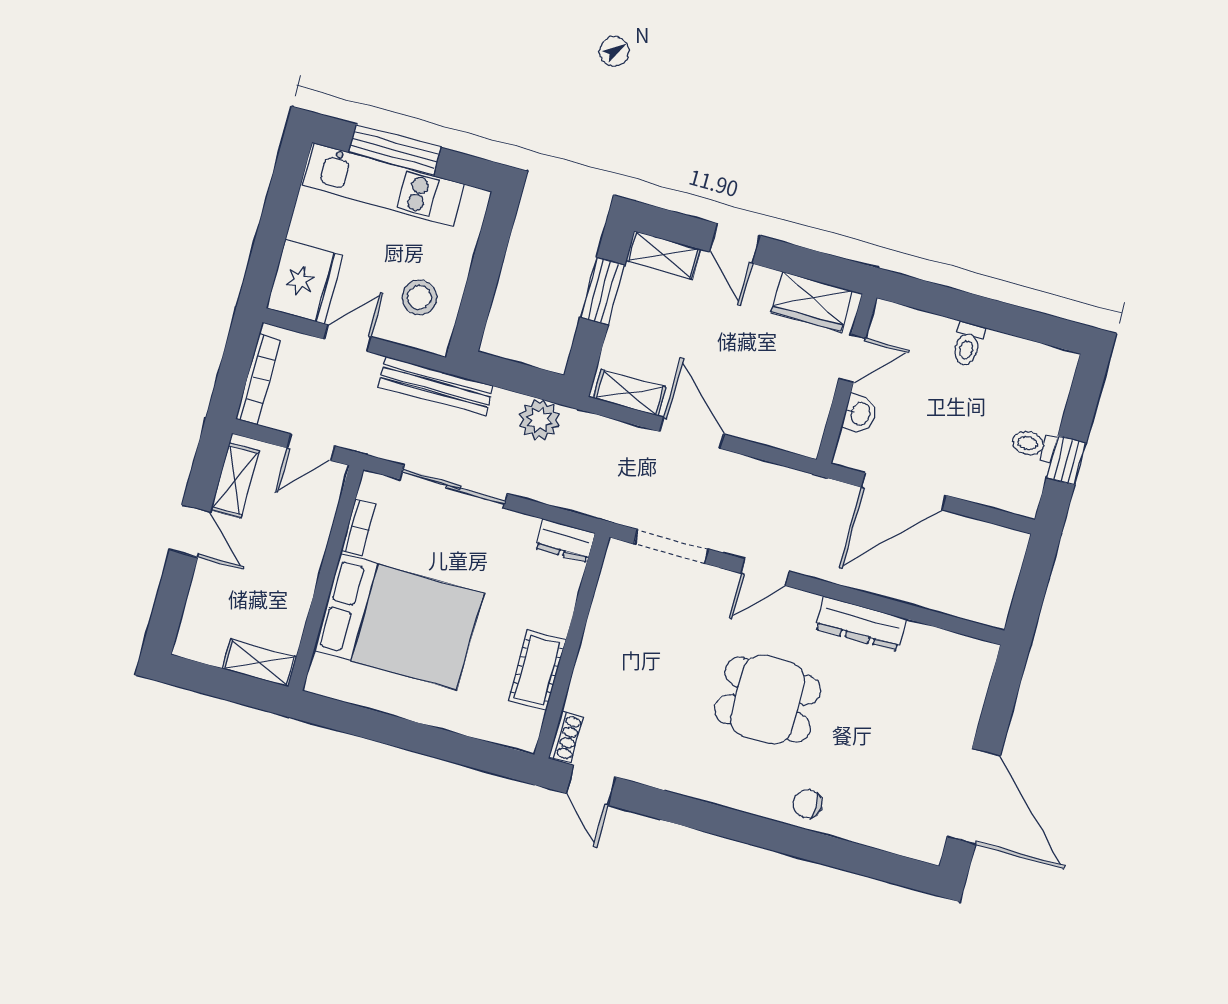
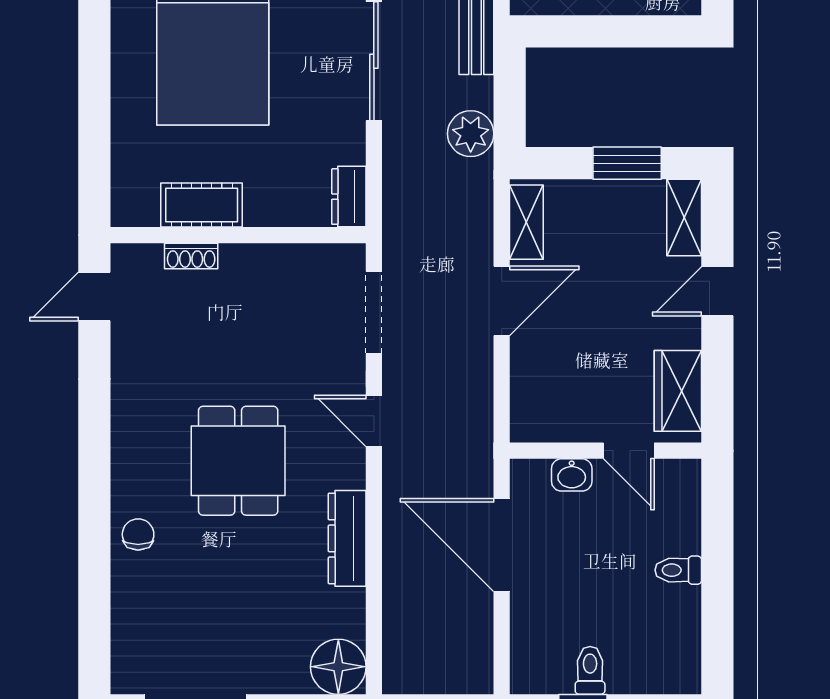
floor lamp: (970, 662) -> (338, 667), added
shoe rack: (566, 737) -> (191, 256), moved

